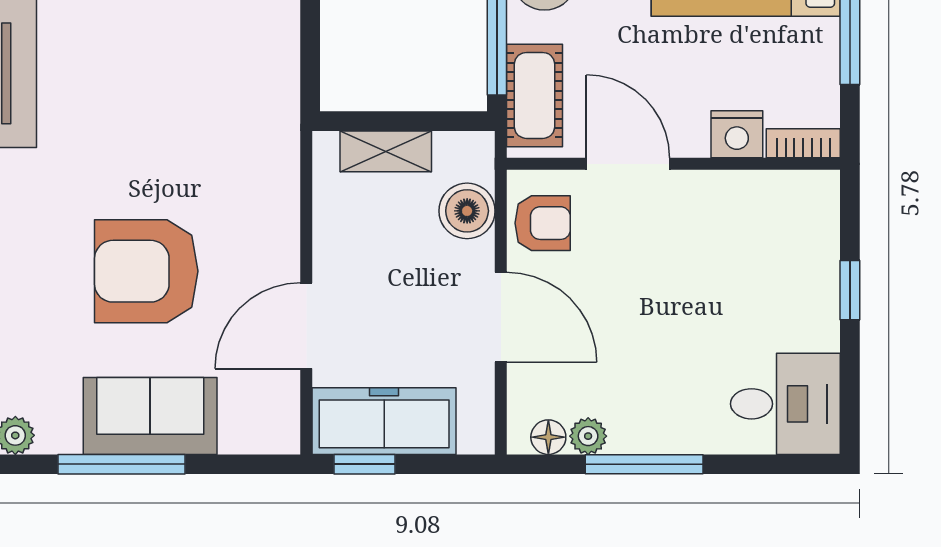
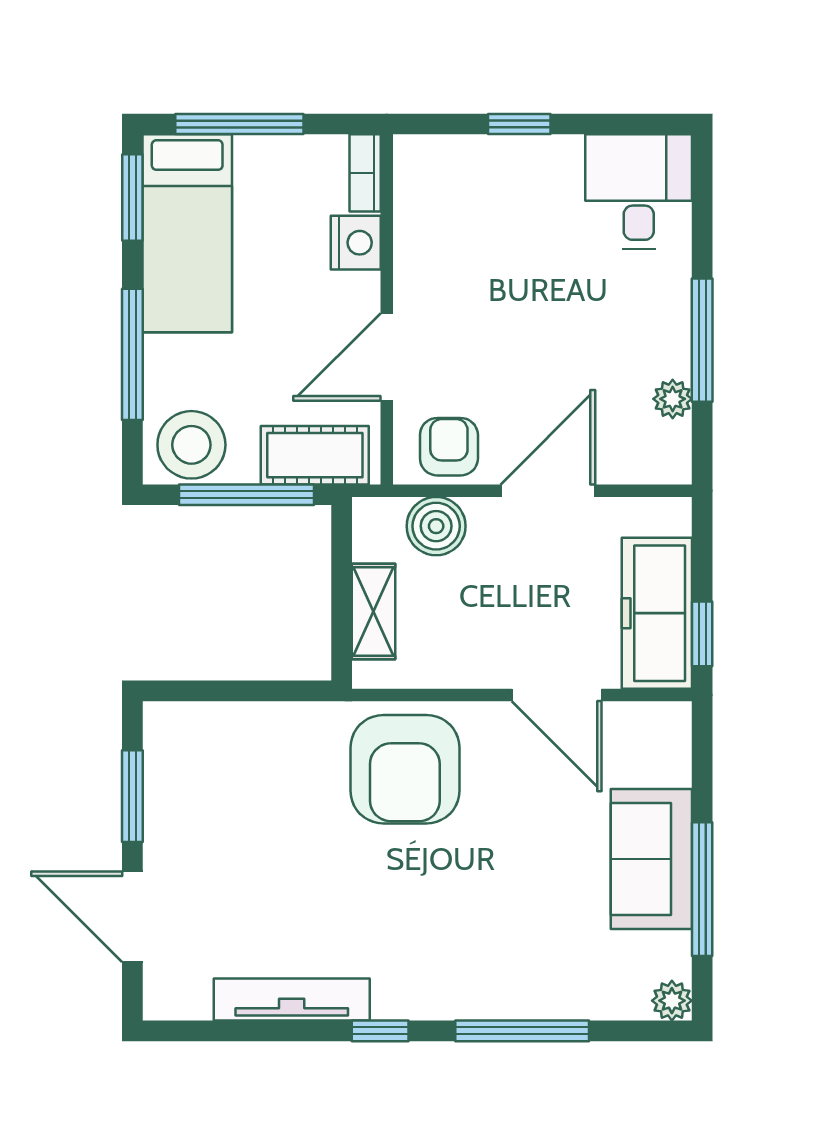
armchair: (146, 271) -> (405, 769), moved
floor lamp: (548, 437) -> (674, 441), removed

